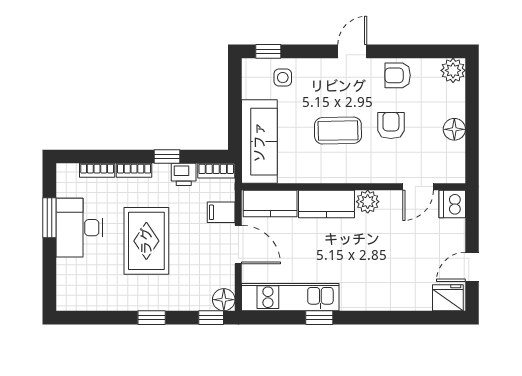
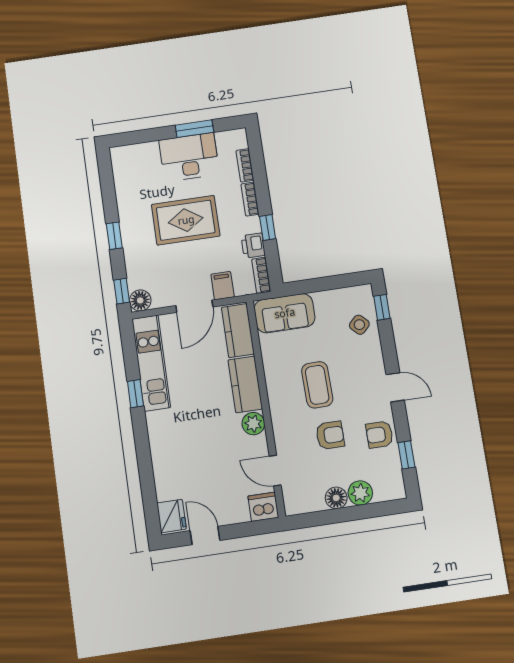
window: (422, 51) -> (406, 455), added
plant: (453, 70) -> (360, 493), moved
armchair: (398, 75) -> (379, 435), turned -90
side table: (283, 78) -> (359, 325), turned 45
sofa: (259, 142) -> (285, 313), width x0.73

